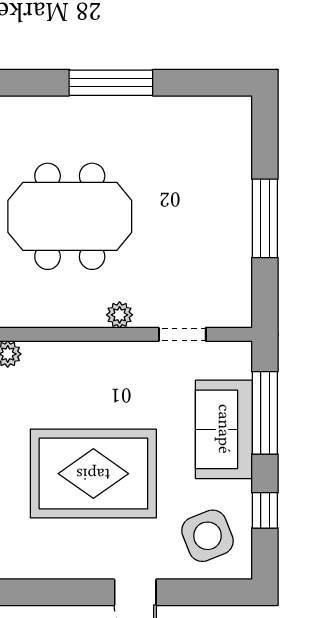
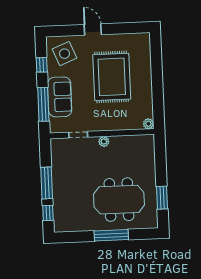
window: (265, 144) -> (48, 213), added
meeting table: (70, 216) -> (119, 200), moved
rug: (93, 474) -> (112, 77), turned 90

